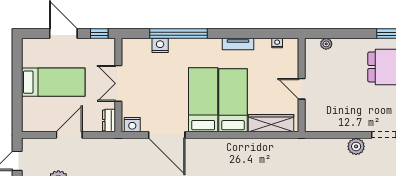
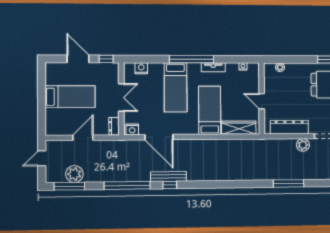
window: (179, 34) -> (192, 59), moved
nightstand: (160, 45) -> (141, 68), moved
double door: (118, 83) -> (121, 98), swing flipped
bed: (203, 100) -> (176, 87), moved, turned 180
dresser: (338, 123) -> (289, 127), added

